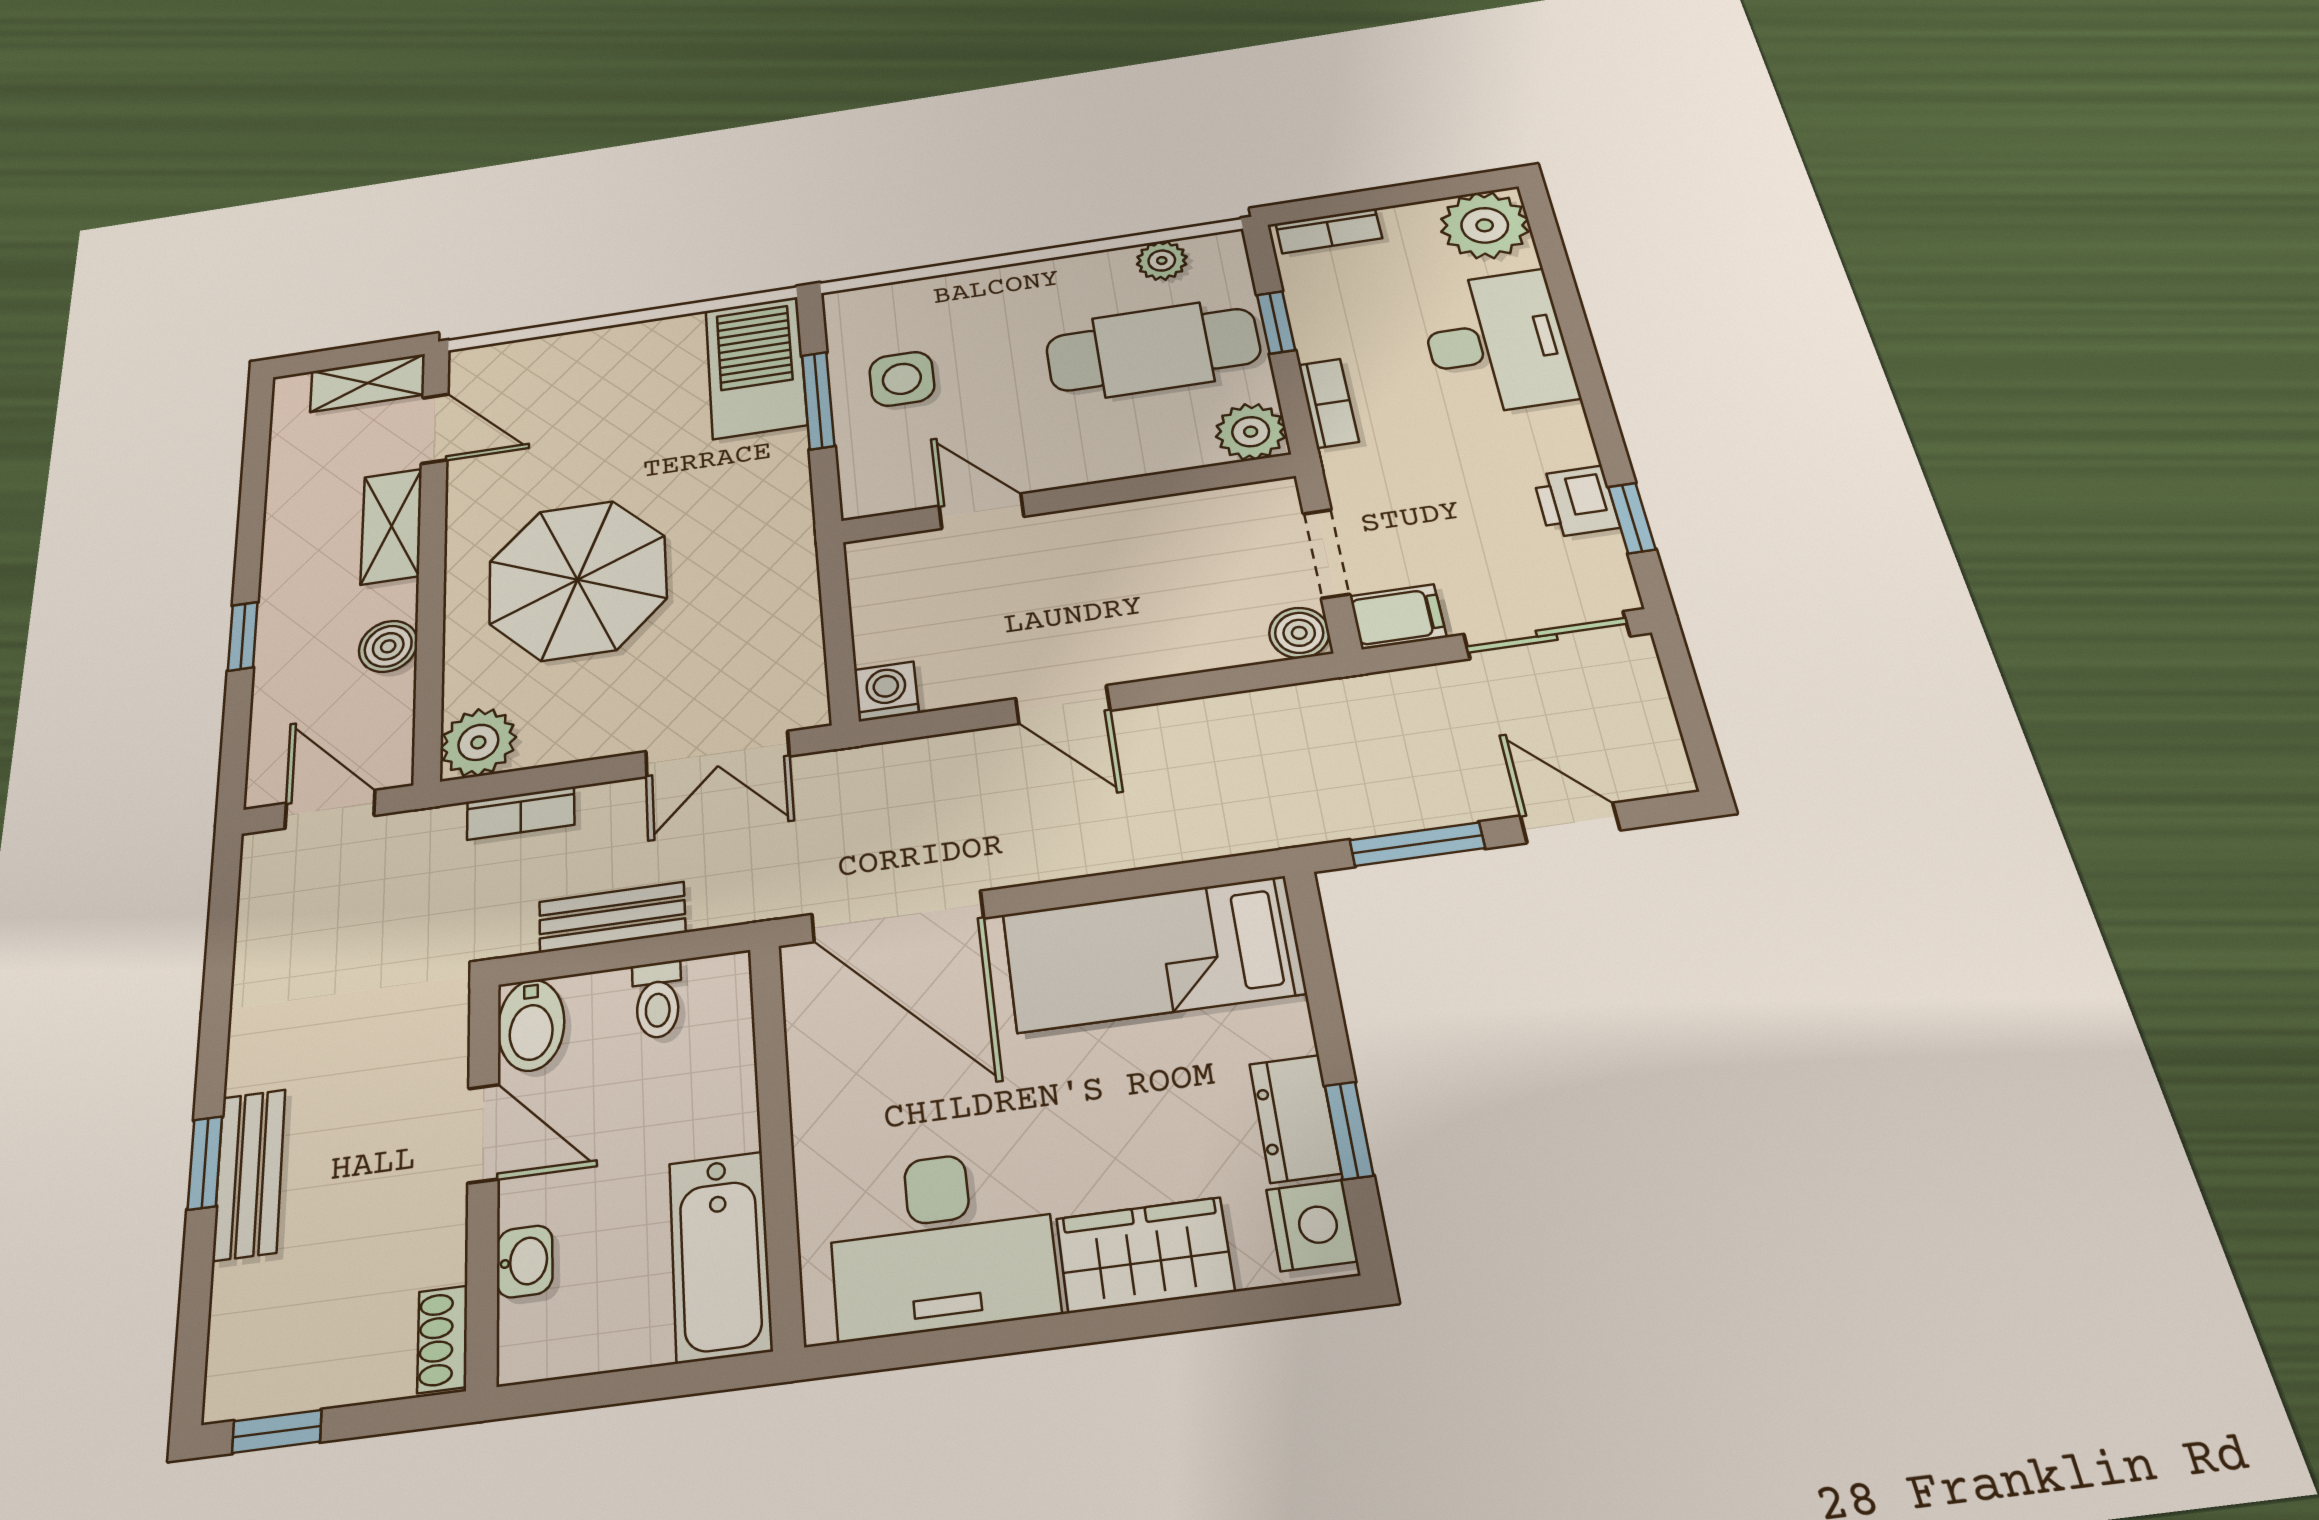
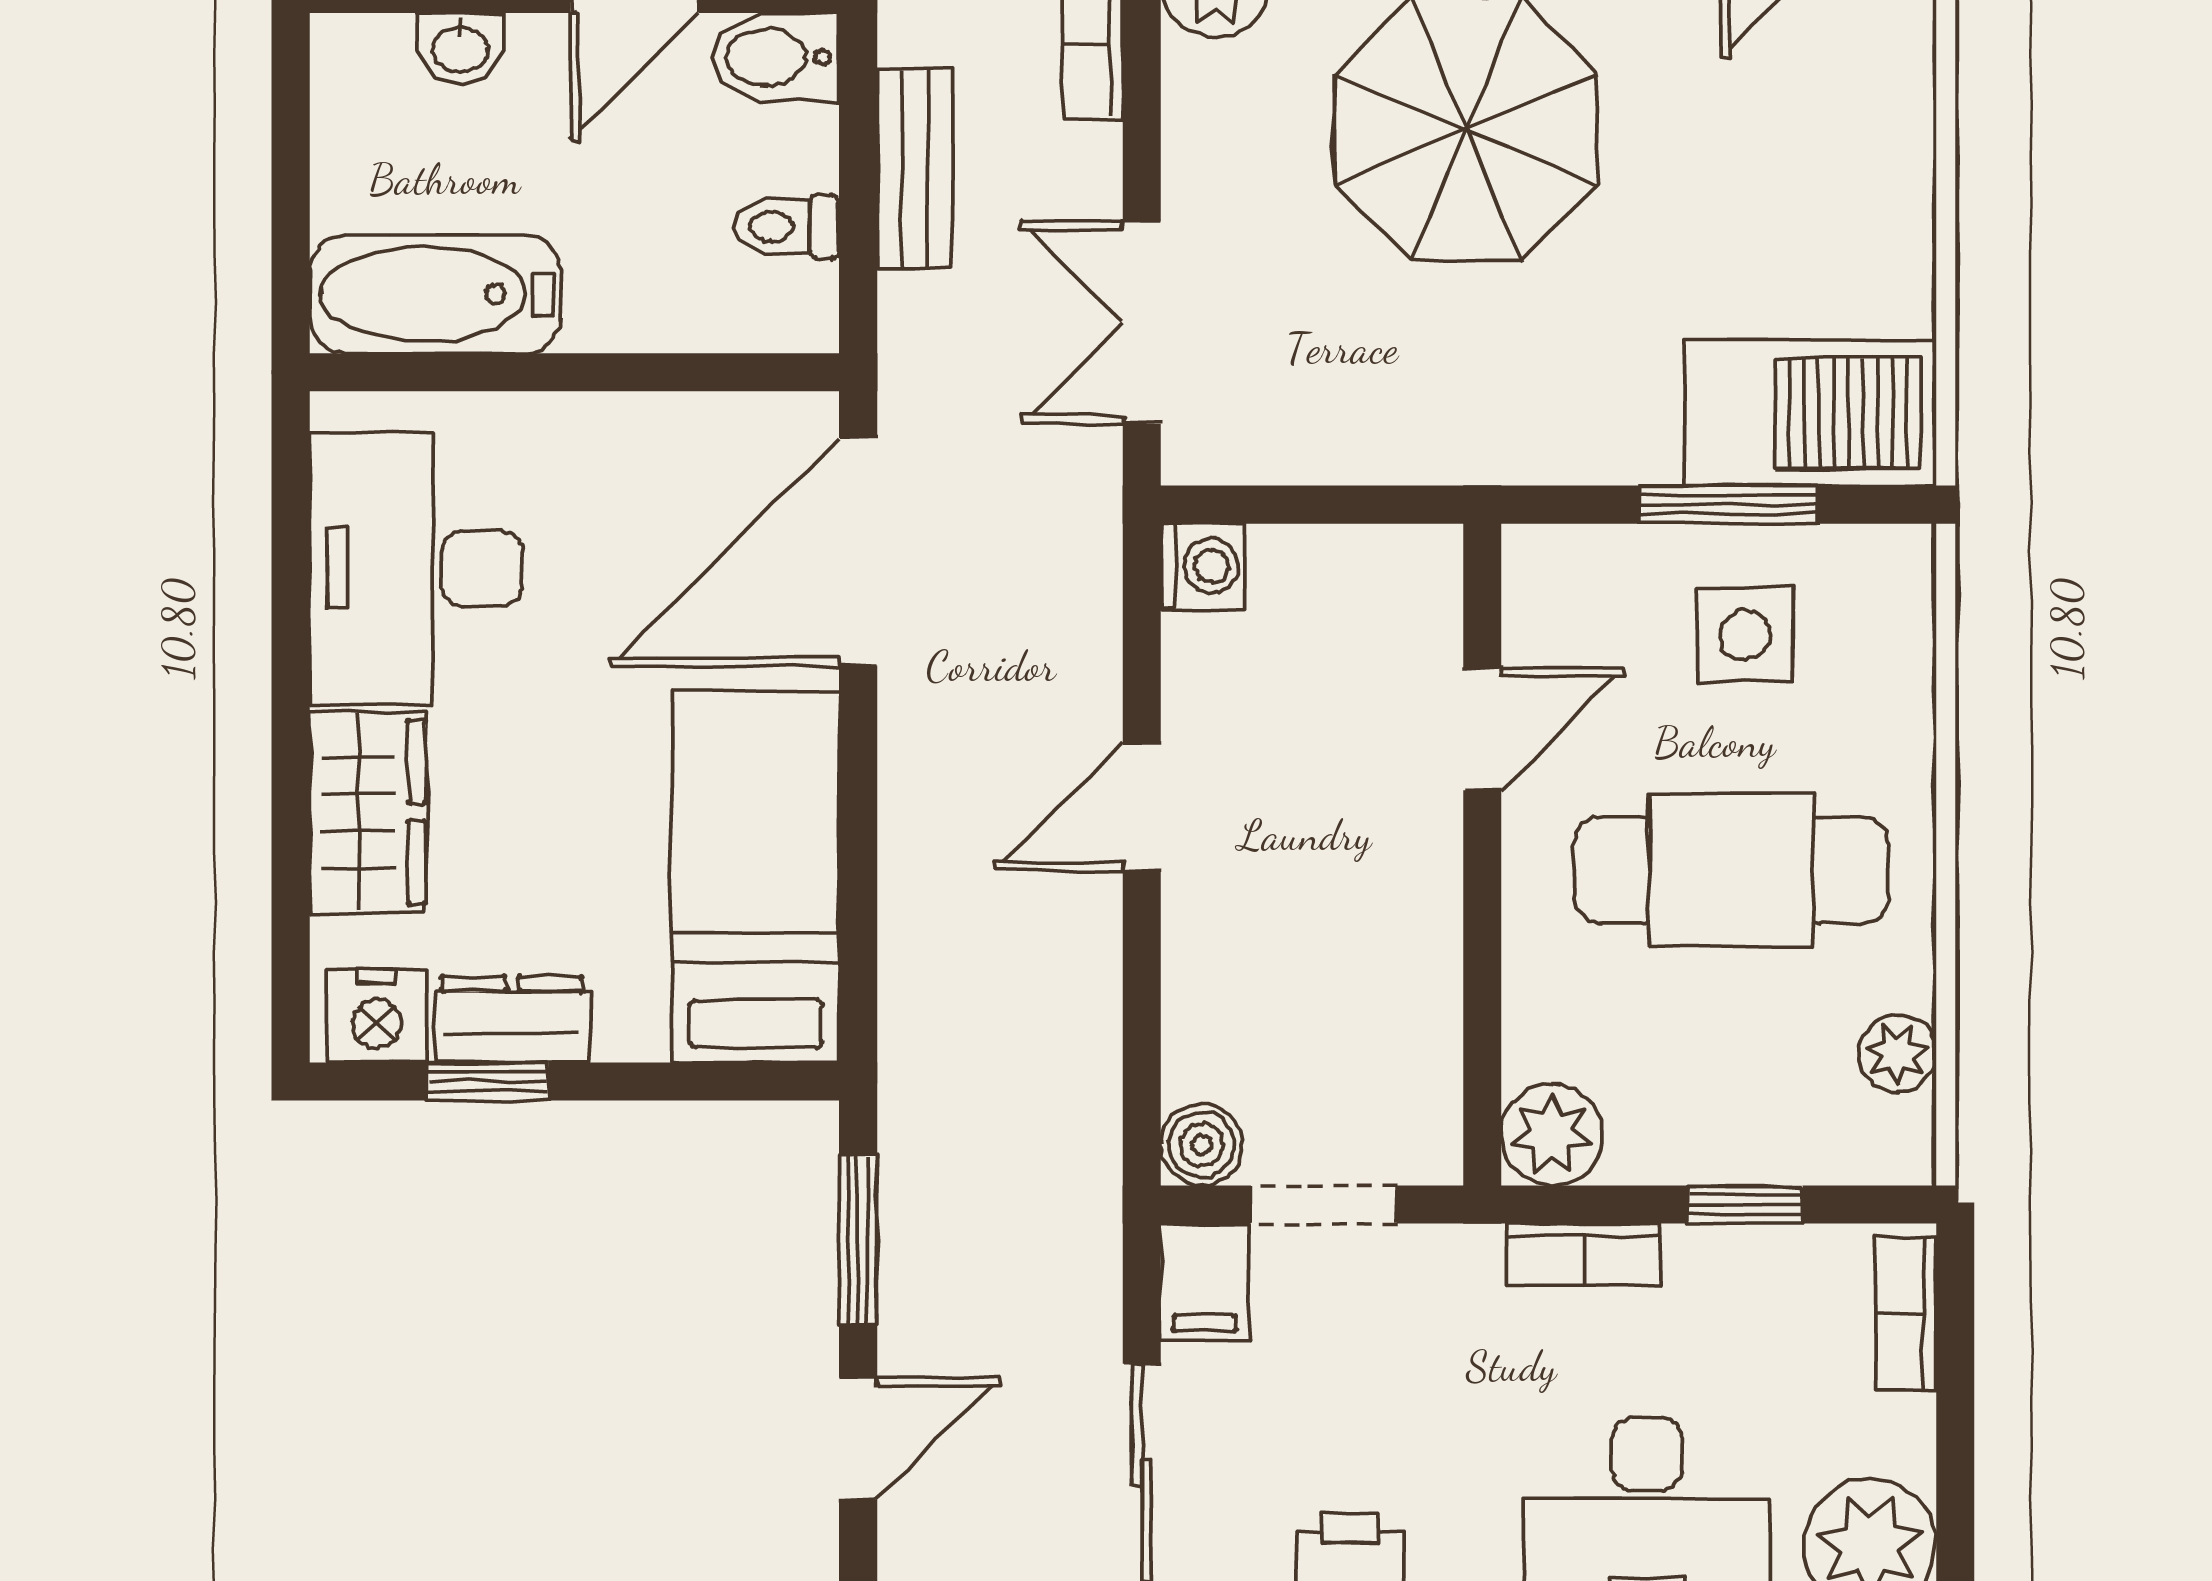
cafe table: (1153, 350) -> (1731, 870), moved, turned 90

